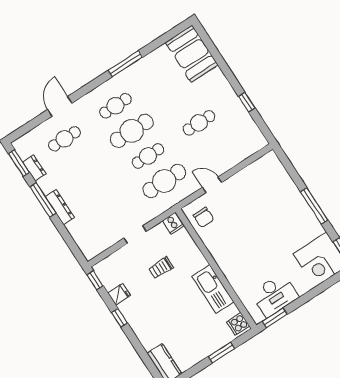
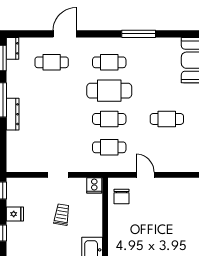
dresser: (34, 168) -> (13, 48), moved
cafe table: (164, 181) -> (109, 147), width x0.73, depth x0.74
trolley: (161, 268) -> (62, 215), turned 99

